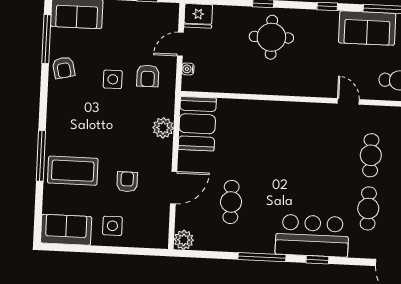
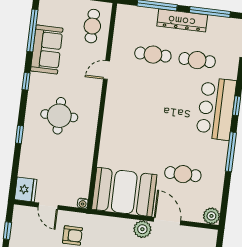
round table: (271, 37) -> (59, 116), moved
water cooler: (188, 69) -> (83, 203), moved
booth: (197, 124) -> (124, 192), width x1.36, depth x1.42
plant: (163, 128) -> (142, 229), moved

